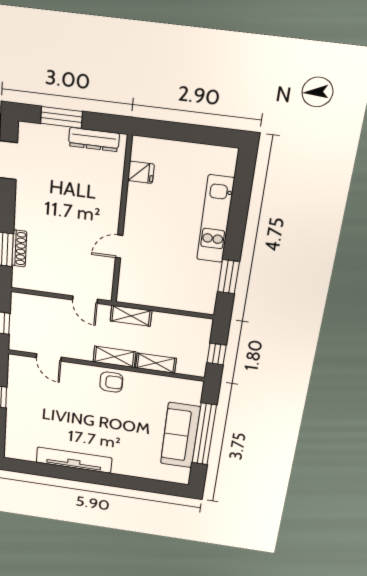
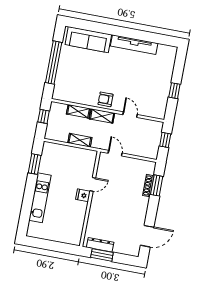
window: (61, 117) -> (102, 255), moved
fridge: (141, 172) -> (83, 195), moved
shelving: (131, 316) -> (80, 140), moved
door: (49, 357) -> (130, 115), moved
sofa: (180, 435) -> (88, 40), moved, turned 90

